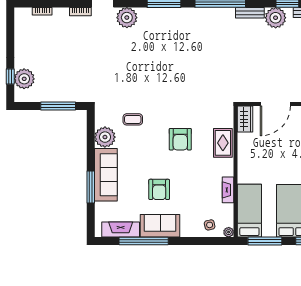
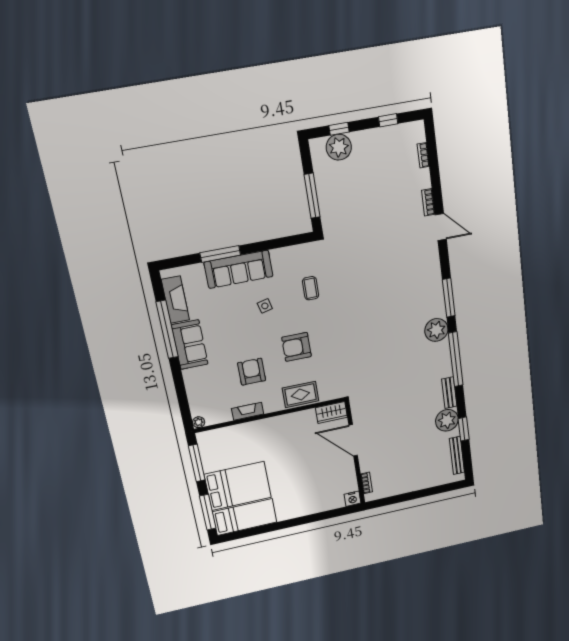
plant: (127, 18) -> (436, 330), moved
window: (10, 36) -> (388, 120), added
plant: (105, 137) -> (284, 260), removed
armchair: (159, 189) -> (252, 372), moved, turned 90
bed: (249, 211) -> (228, 439), removed
side table: (210, 225) -> (265, 306), moved

